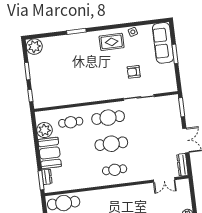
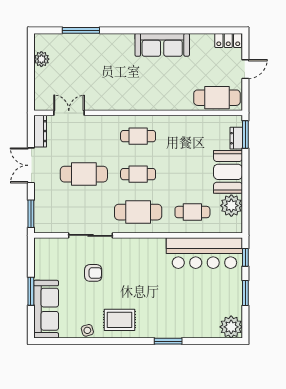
bar counter: (59, 95) -> (204, 253), added
cafe table: (149, 139) -> (84, 174), added
cafe table: (111, 144) -> (138, 174), width x0.73, depth x0.74

